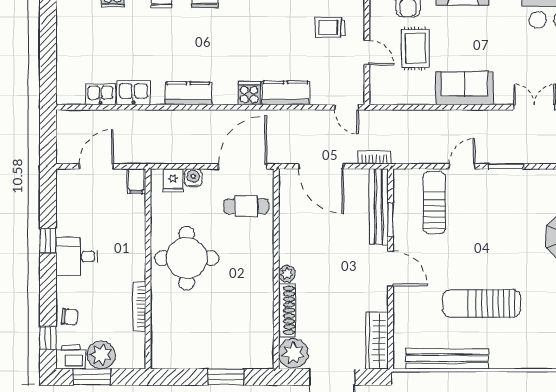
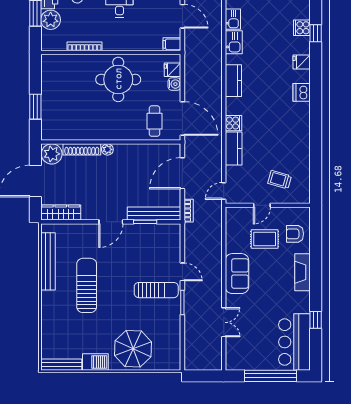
trolley: (330, 27) -> (280, 180), turned -74
sun lounger: (434, 203) -> (156, 290), moved

